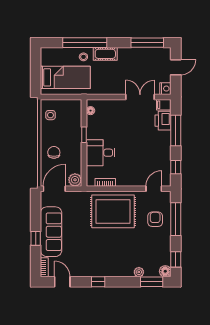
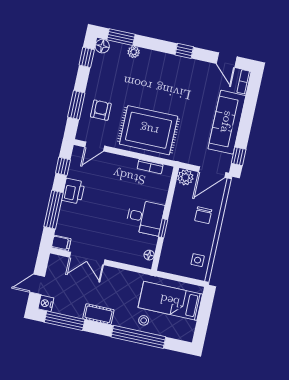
cot: (105, 54) -> (98, 314), moved
nightstand: (165, 89) -> (46, 303), moved
printer: (163, 121) -> (73, 191), moved
desk: (101, 153) -> (145, 217), moved
armchair: (155, 219) -> (101, 110), turned 180
window: (176, 219) -> (76, 105), width x0.69
window: (36, 238) -> (239, 156), moved

